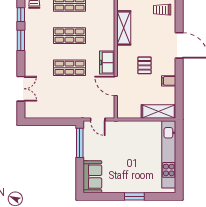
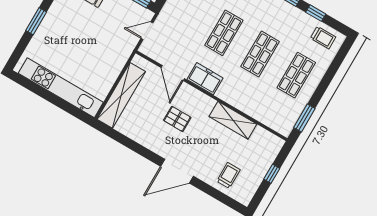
filing cabinet: (169, 81) -> (144, 136), removed
door: (116, 86) -> (173, 73), swing flipped
shelving: (159, 111) -> (121, 95), width x1.47

